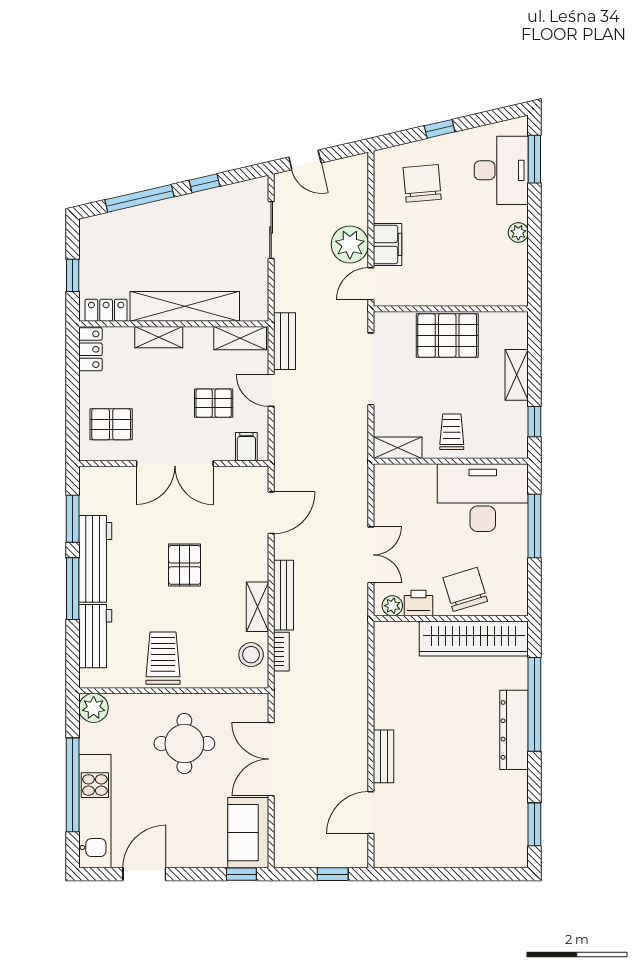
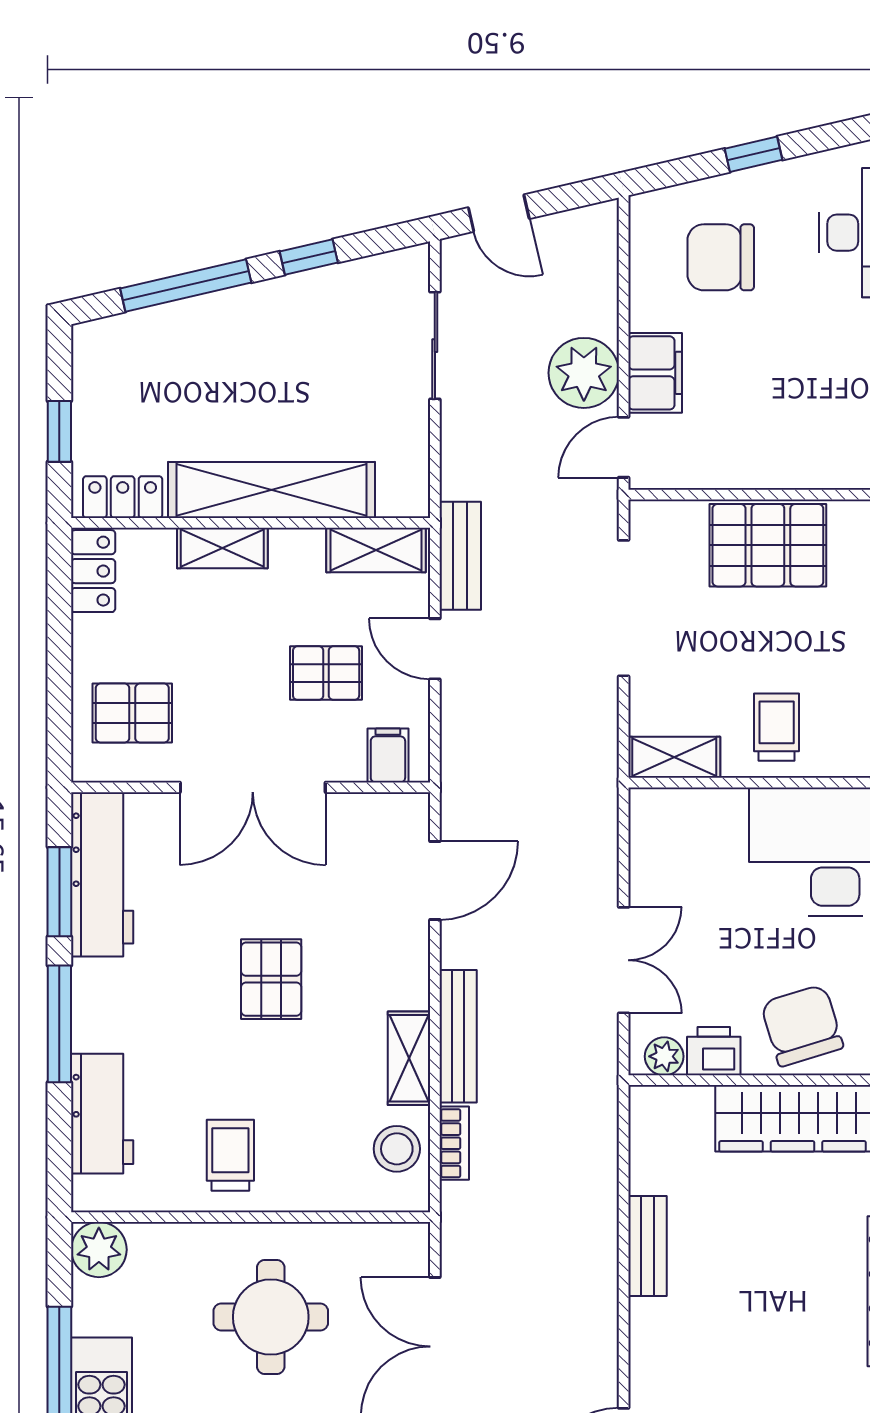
chair: (422, 183) -> (721, 257), turned -85
workbench: (95, 559) -> (102, 874), moved
trolley: (163, 658) -> (230, 1155), width x0.73, depth x0.72
bench: (384, 756) -> (648, 1246), moved

